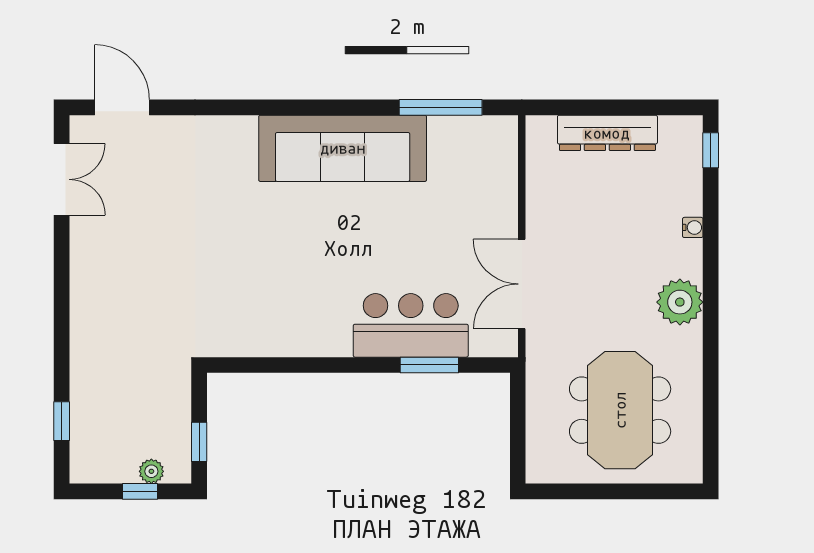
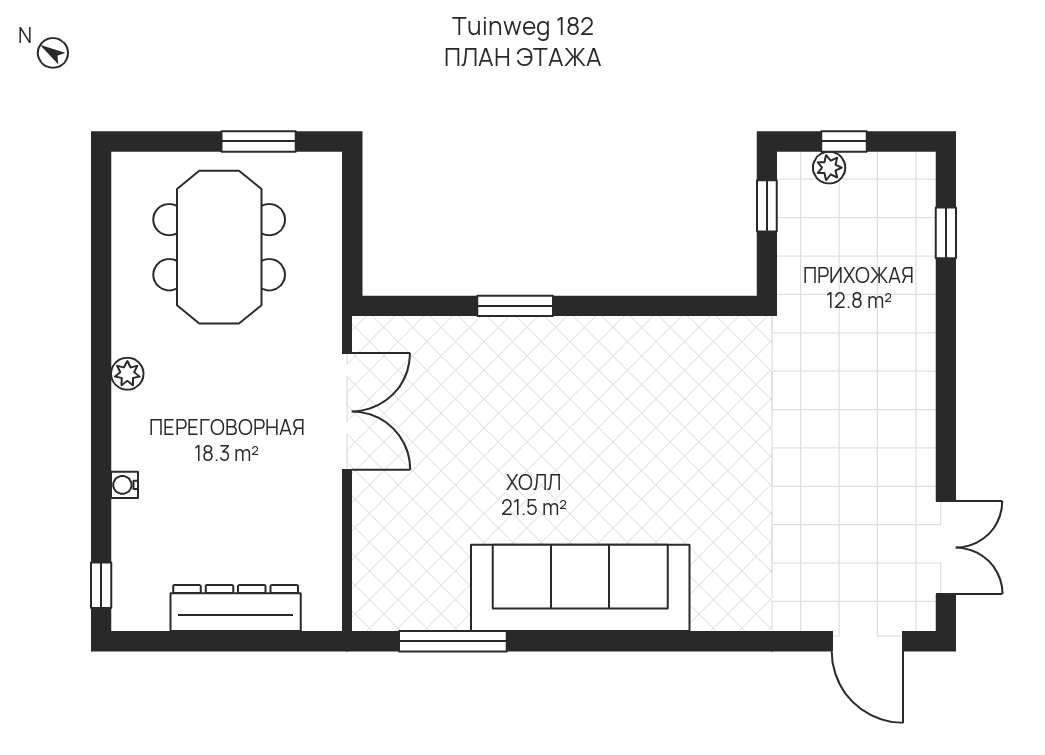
double door: (62, 179) -> (946, 547), swing flipped
plant: (680, 302) -> (127, 374), width x0.53, depth x0.53
bar counter: (411, 325) -> (492, 357), removed
window: (429, 365) -> (515, 306), moved
window: (590, 491) -> (259, 141), added

